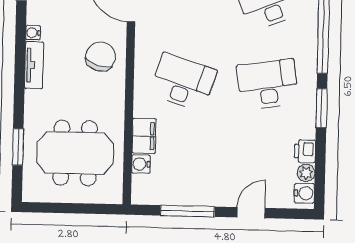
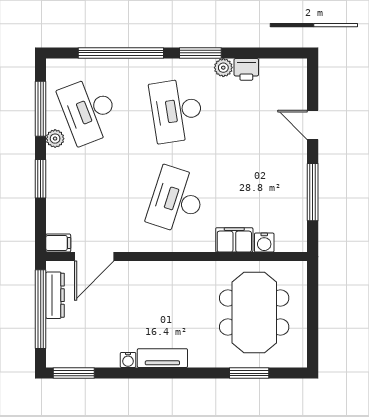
chair: (101, 57) -> (152, 288), removed
plant: (306, 173) -> (223, 68), moved
water cooler: (304, 193) -> (291, 69), removed

